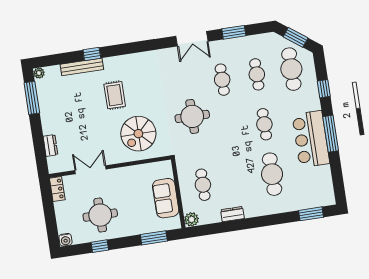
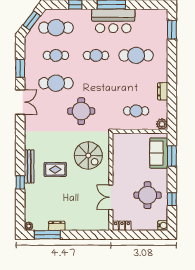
bench: (82, 67) -> (29, 166), moved
cafe table: (222, 80) -> (56, 83), width x1.37, depth x1.35
dresser: (50, 145) -> (57, 226), moved
sofa: (166, 198) -> (159, 153), moved, turned 90

